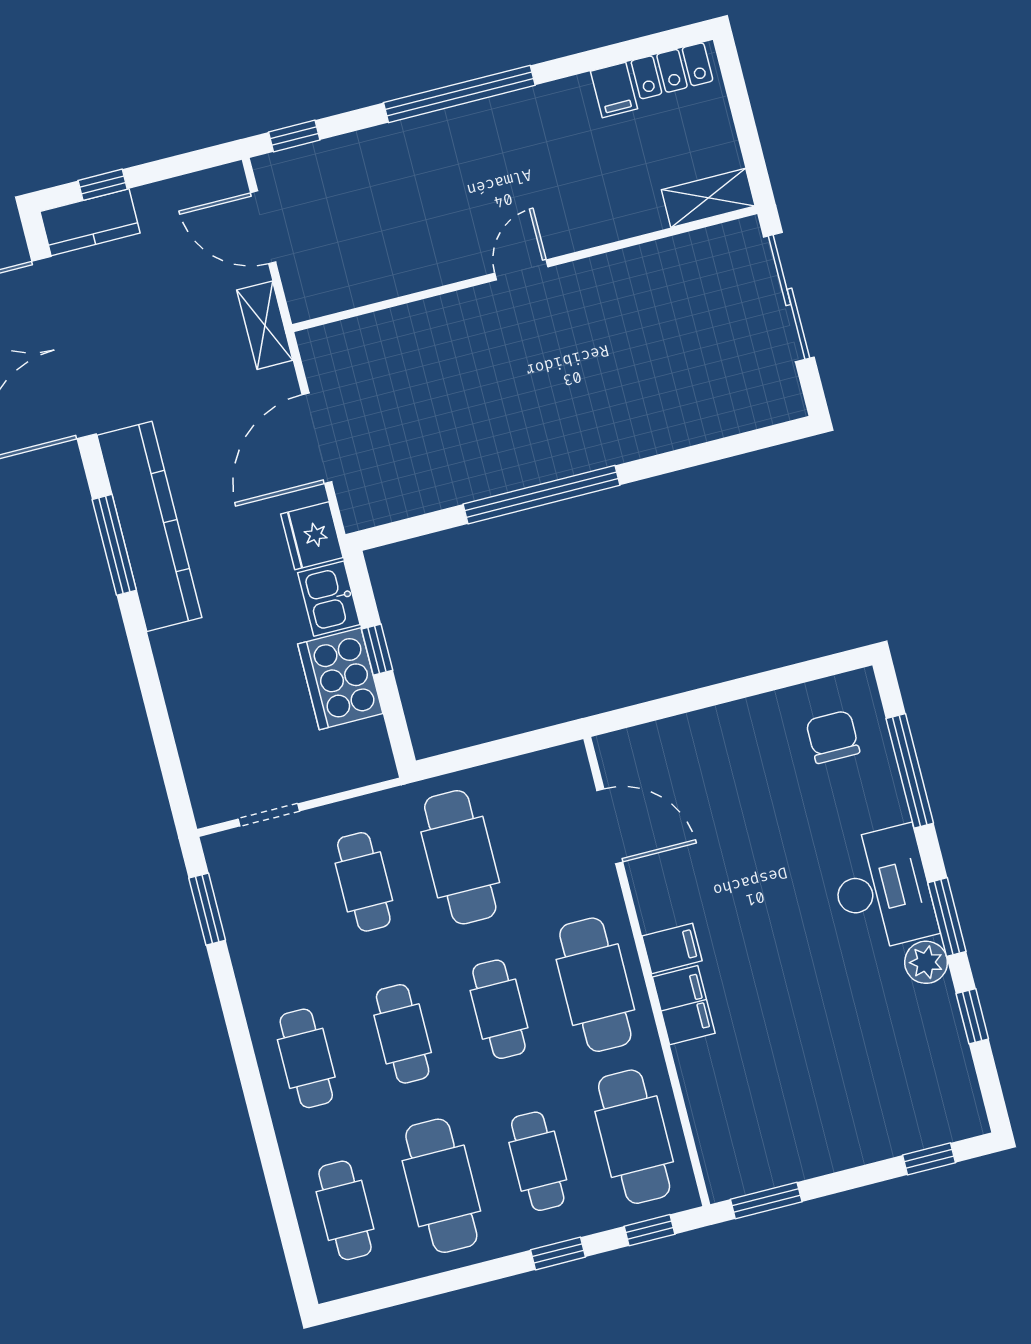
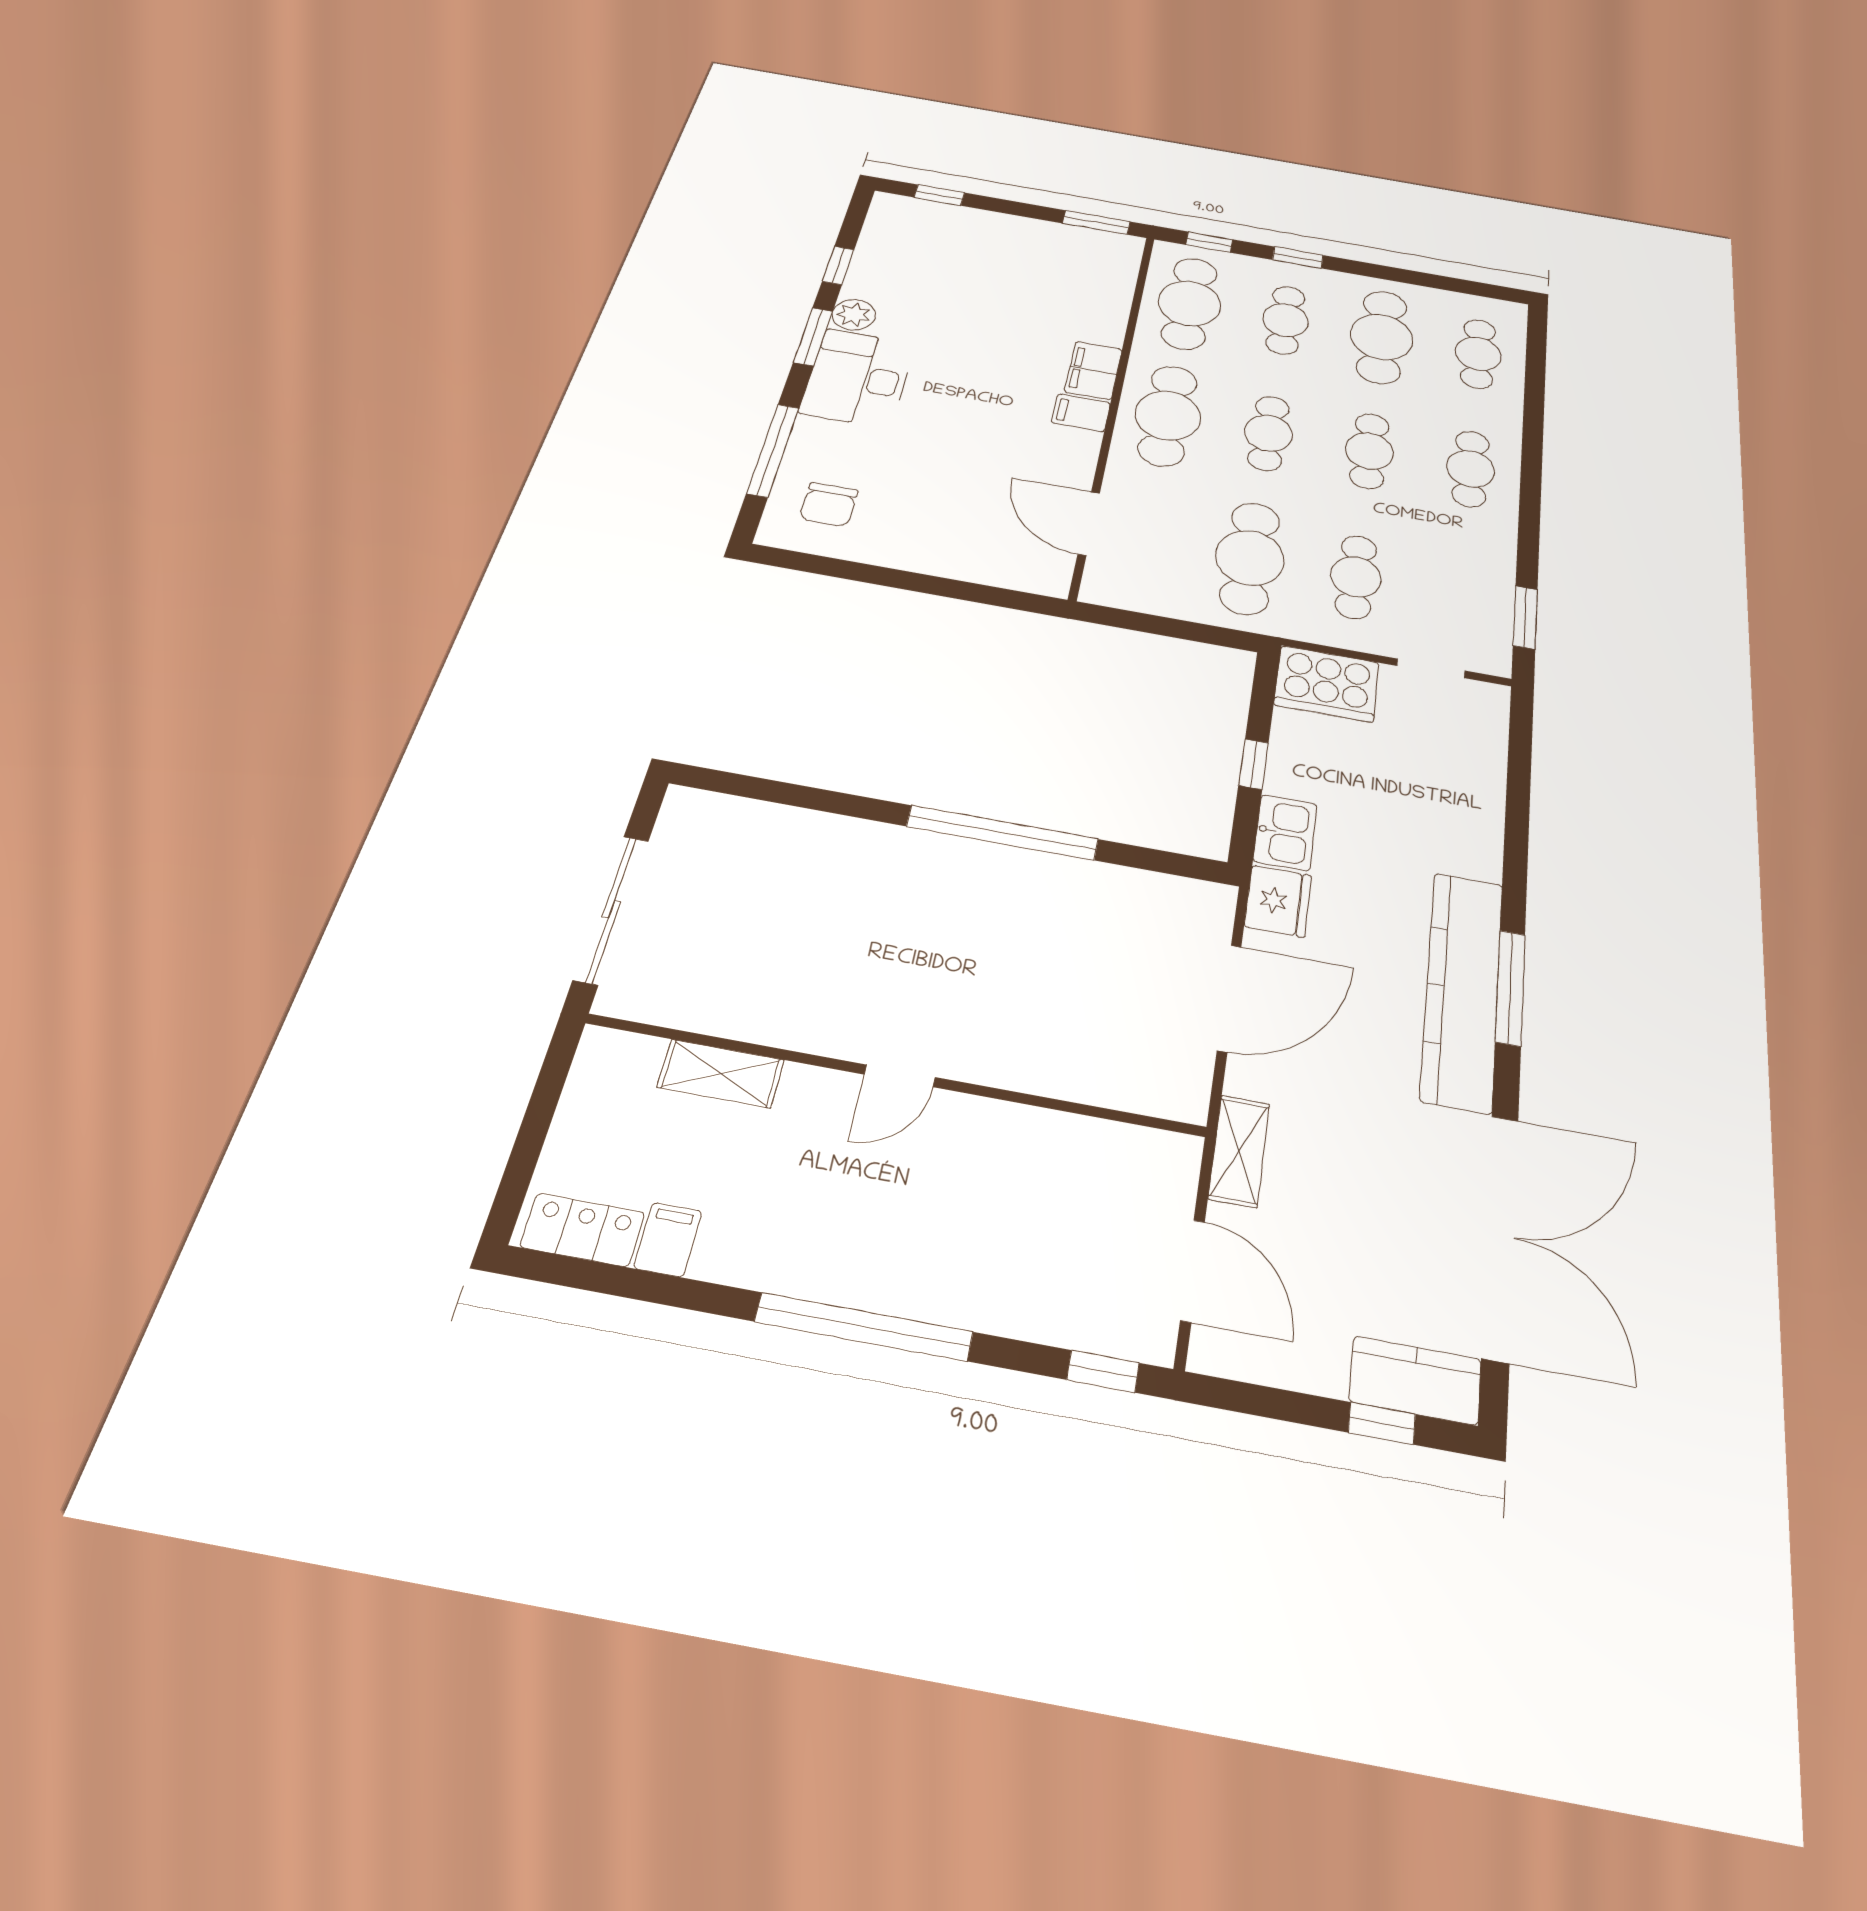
shelving: (708, 198) -> (721, 1074), moved
cooker: (340, 679) -> (1327, 684), moved, turned 90

